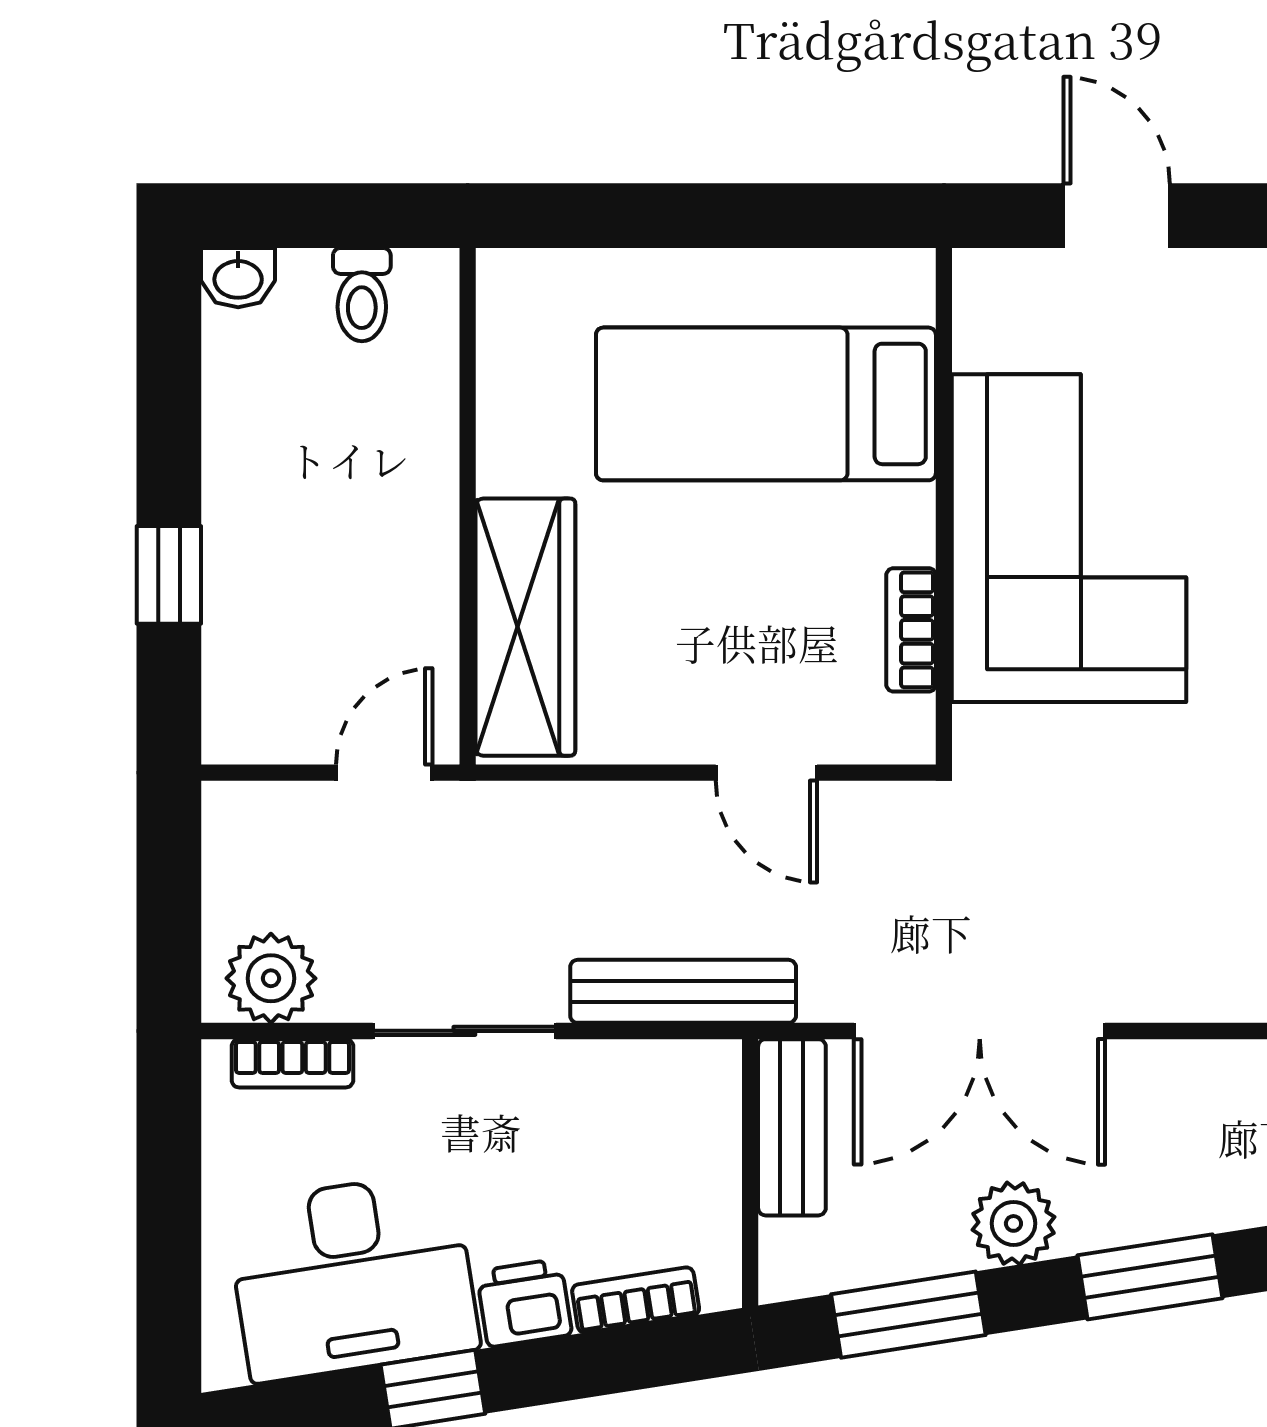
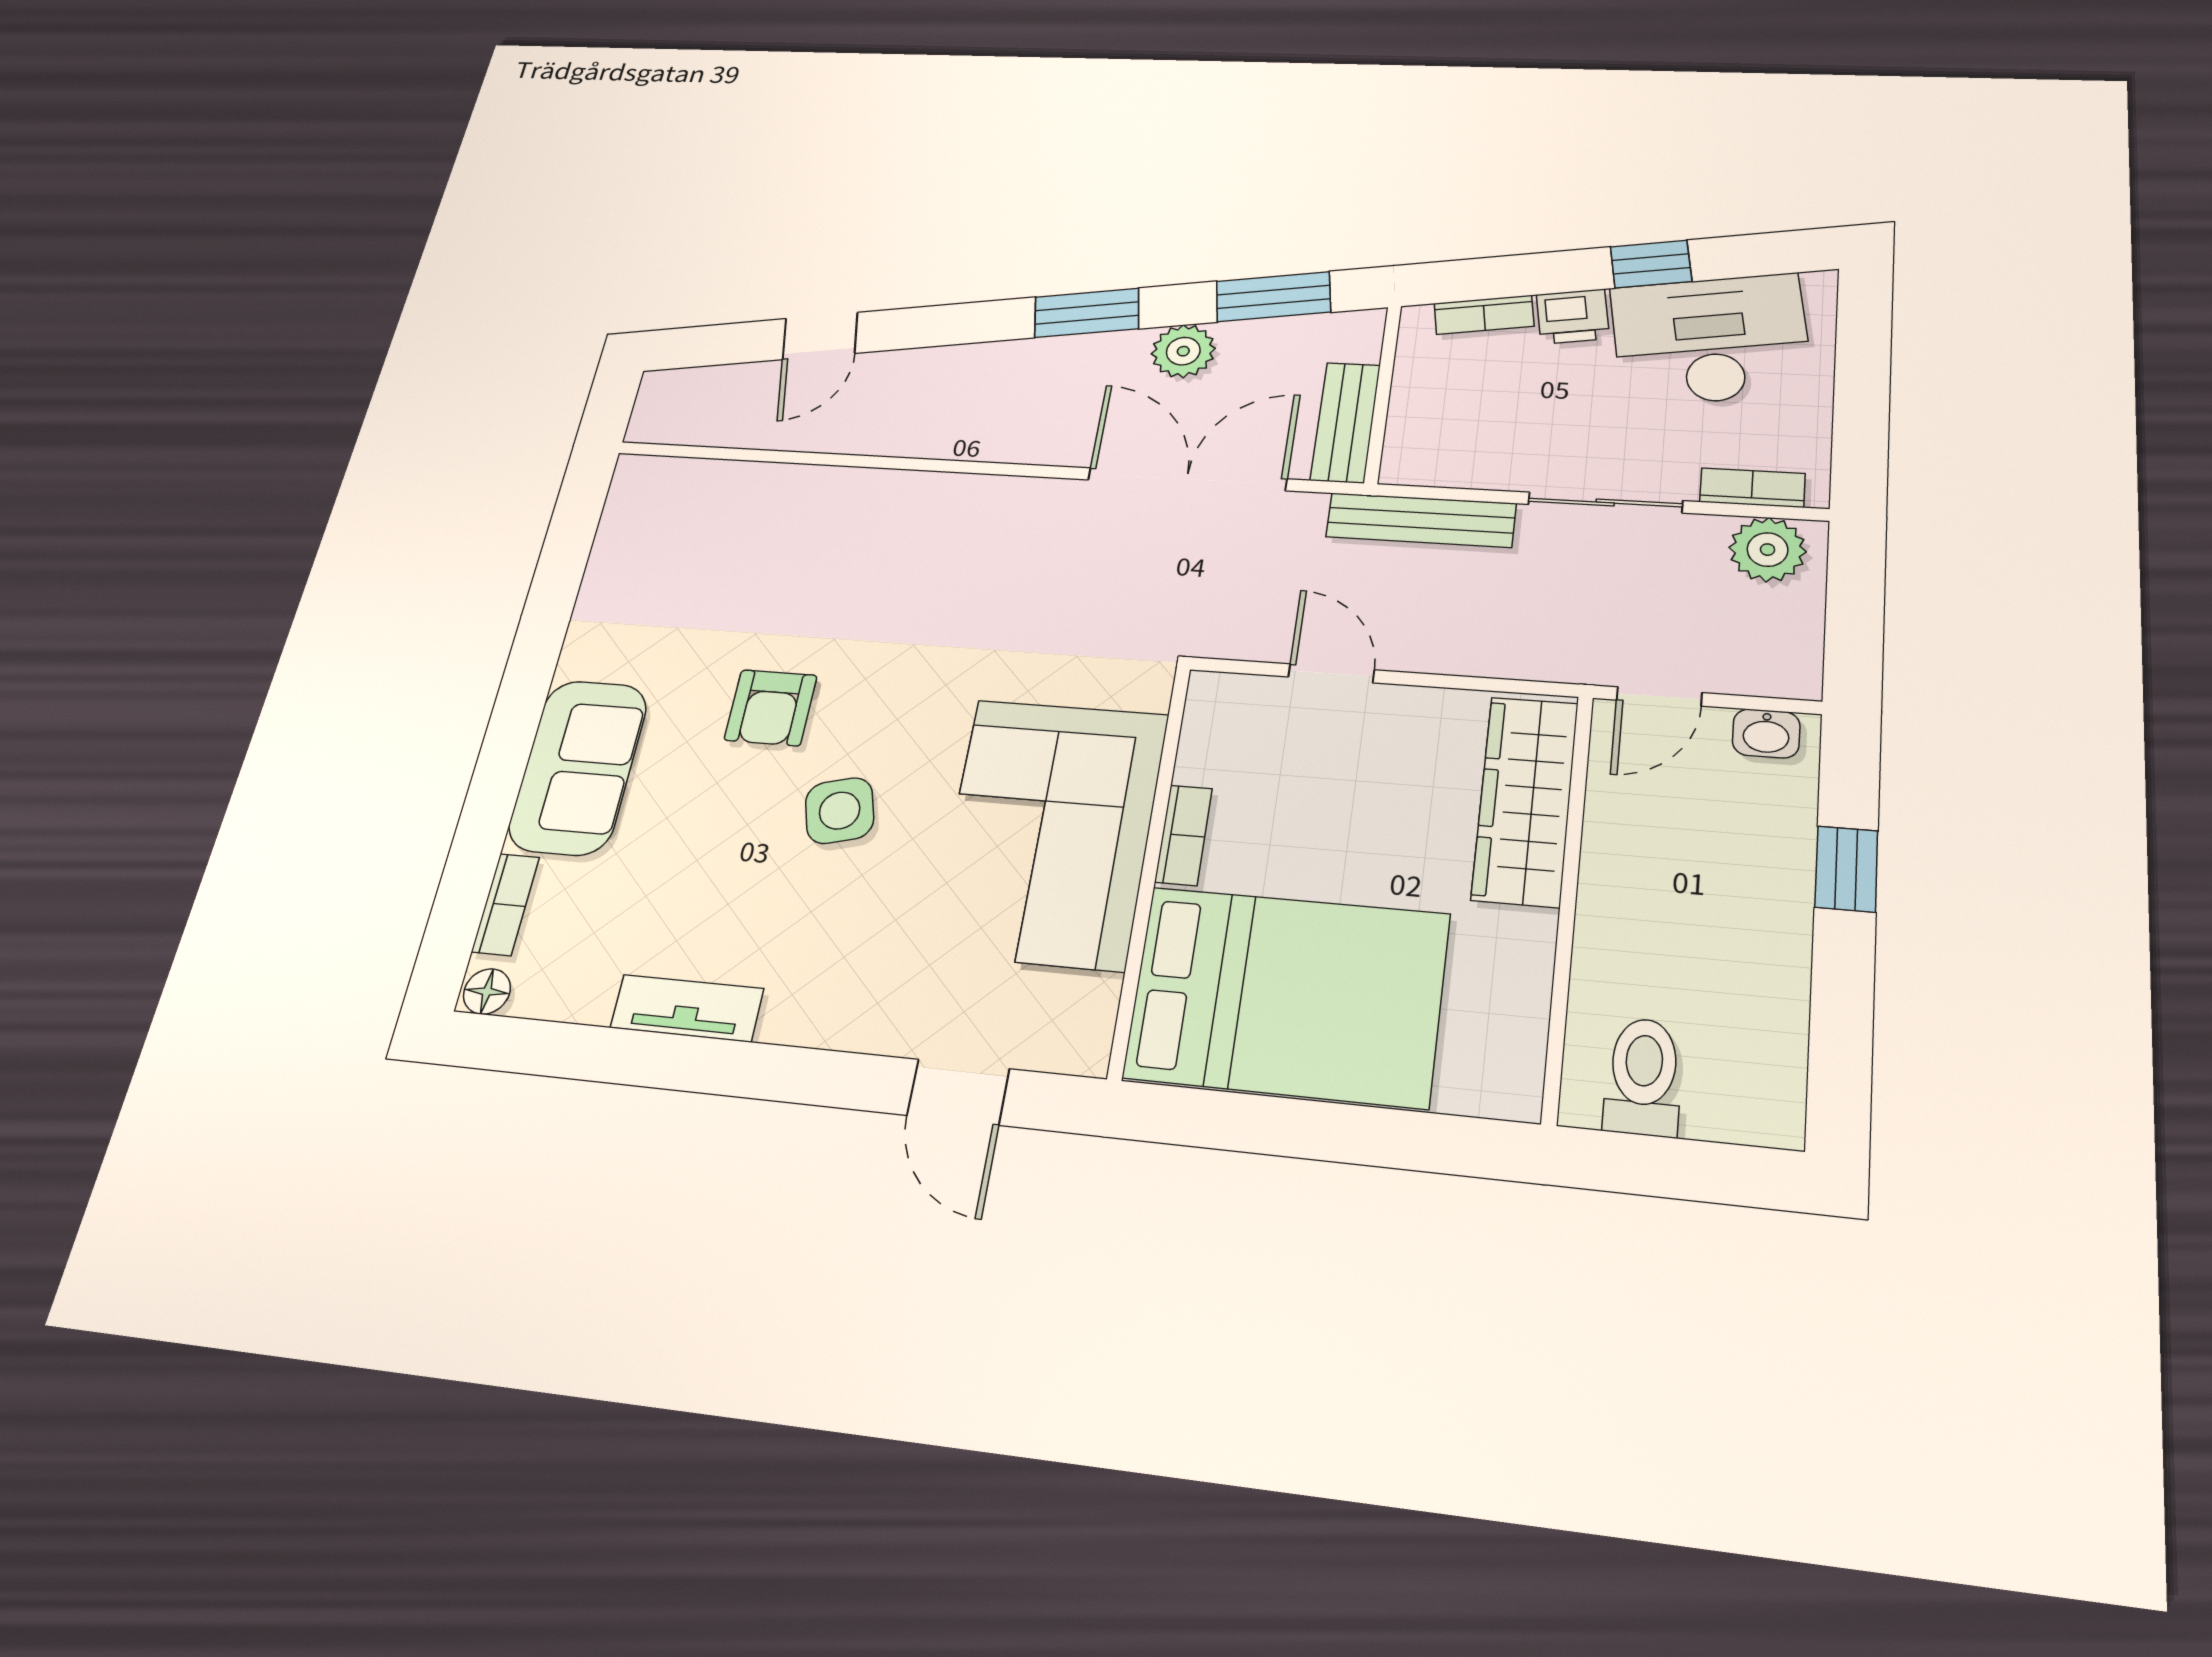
washbasin: (238, 278) -> (1766, 734), moved, turned 180
toilet: (362, 295) -> (1643, 1077), width x1.37, depth x1.39
bed: (766, 404) -> (1287, 995), width x1.50
bookcase: (911, 630) -> (1184, 835), moved

